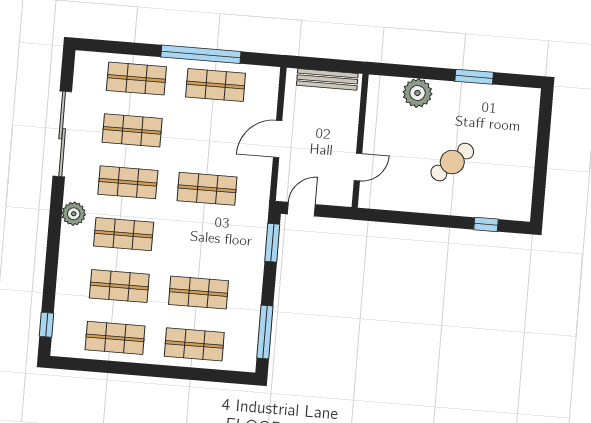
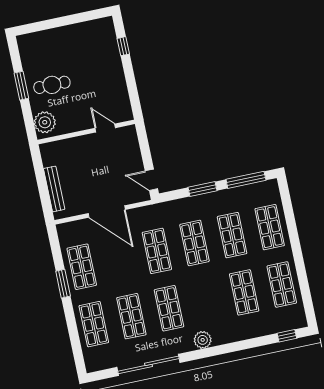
window: (201, 54) -> (63, 284), width x0.47
door: (278, 139) -> (107, 211), width x1.36
wall: (360, 141) -> (86, 132), moved
cafe table: (452, 162) -> (52, 85), moved, turned -46
door: (358, 167) -> (105, 128), moved
shop shelf: (124, 234) -> (194, 243), moved
window: (272, 243) -> (202, 189), moved

